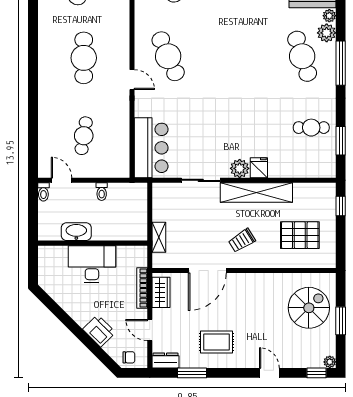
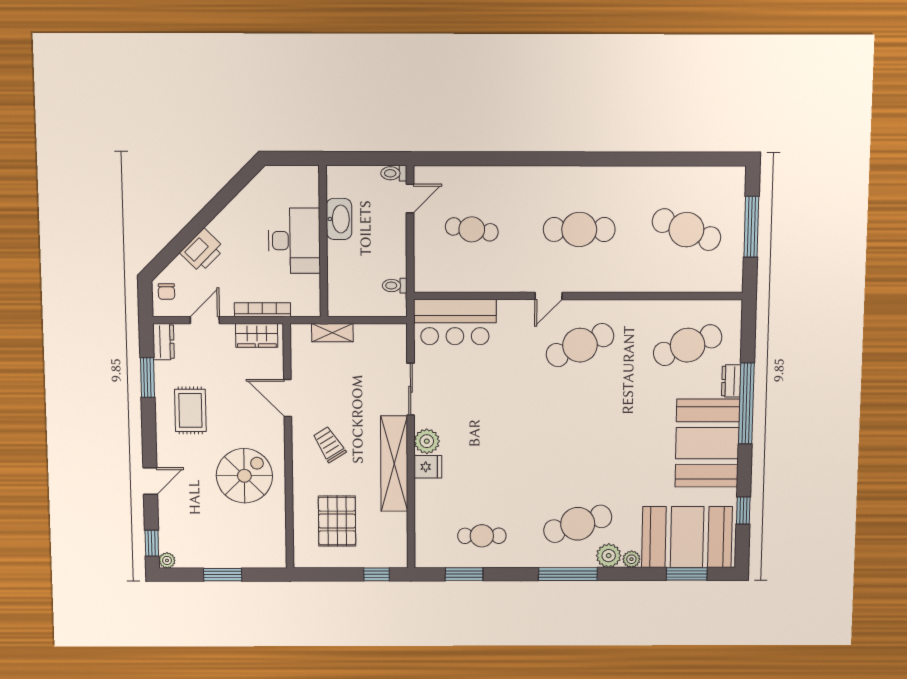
cafe table: (311, 128) -> (482, 536), turned 90
toilet: (102, 192) -> (395, 286), moved
door: (207, 271) -> (288, 398), width x0.73
spiral stairs: (309, 308) -> (244, 476), moved, turned -90

